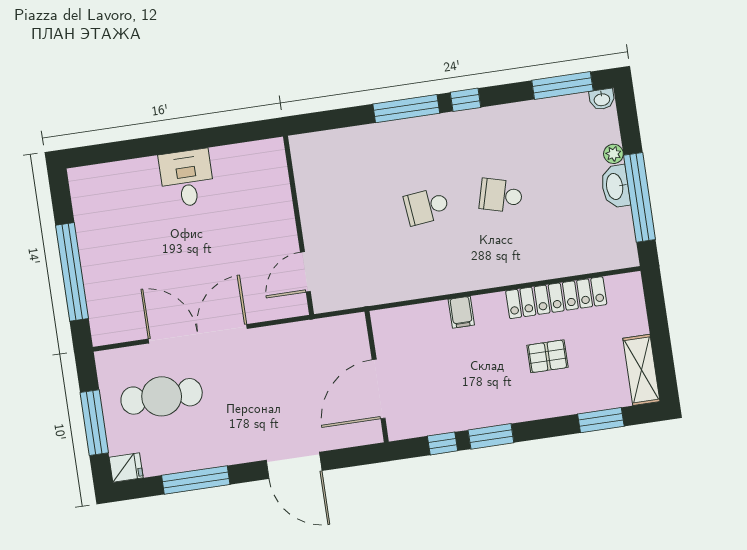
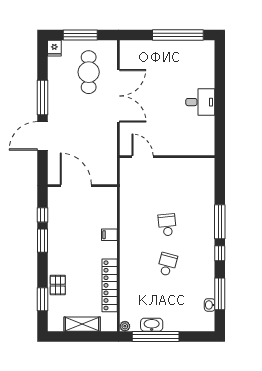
window: (562, 86) -> (220, 294), moved
washbasin: (602, 99) -> (210, 305), moved
plant: (613, 154) -> (125, 326), moved
washbasin: (615, 186) -> (152, 325), moved
window: (72, 272) -> (178, 35), moved
pallet: (547, 356) -> (58, 285), moved
shelving: (641, 370) -> (82, 324), moved
window: (196, 480) -> (42, 97), moved

